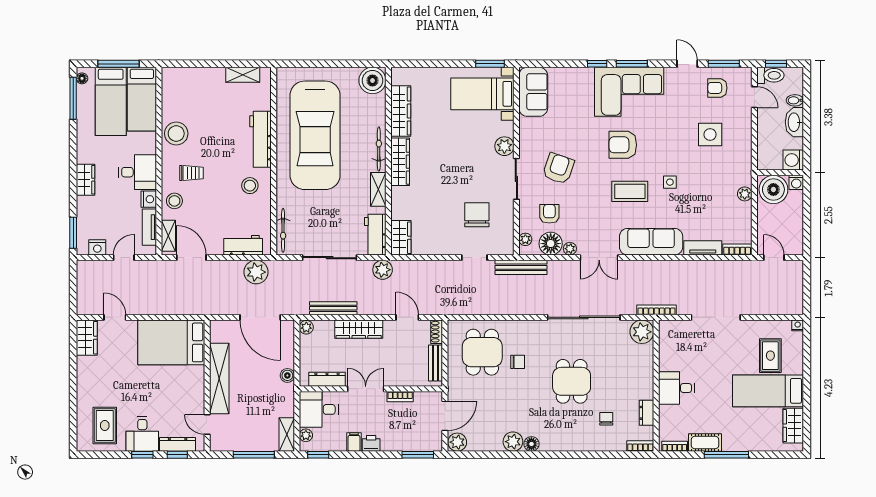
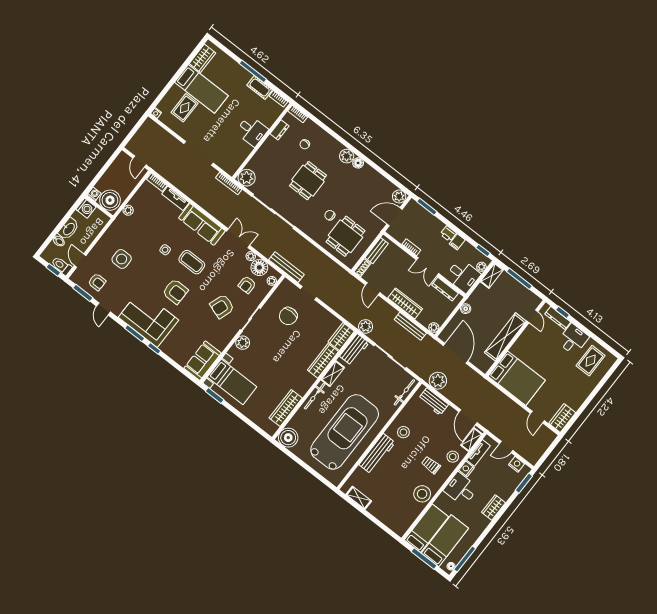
wardrobe: (400, 162) -> (323, 361), moved
plant: (513, 442) -> (347, 156), moved
window: (142, 455) -> (582, 328), removed

